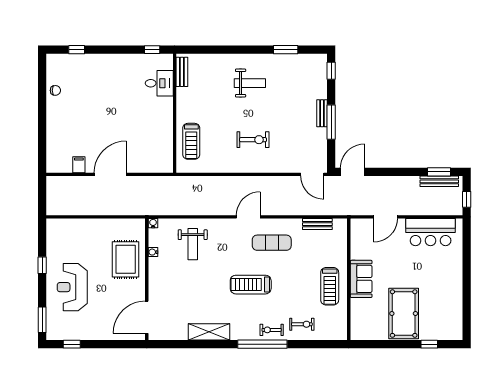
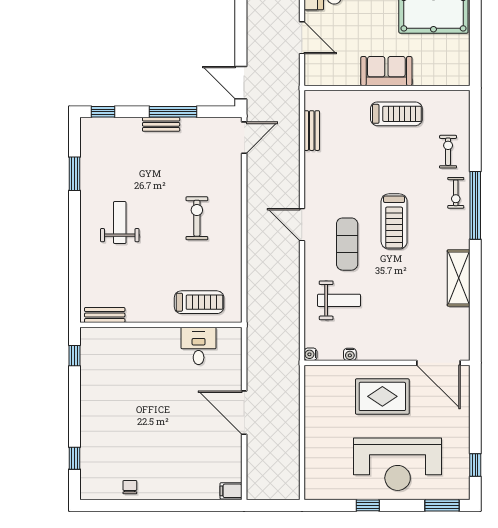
desk: (159, 83) -> (199, 346), moved
filing cabinet: (79, 165) -> (231, 491), moved
exercise mat: (272, 243) -> (347, 244), moved
rug: (126, 259) -> (382, 396), moved
reception desk: (72, 287) -> (398, 464), width x1.36, depth x1.30

